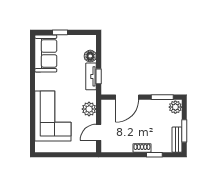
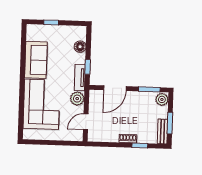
sofa: (46, 53) -> (36, 60), moved
tv unit: (91, 76) -> (80, 78), moved

